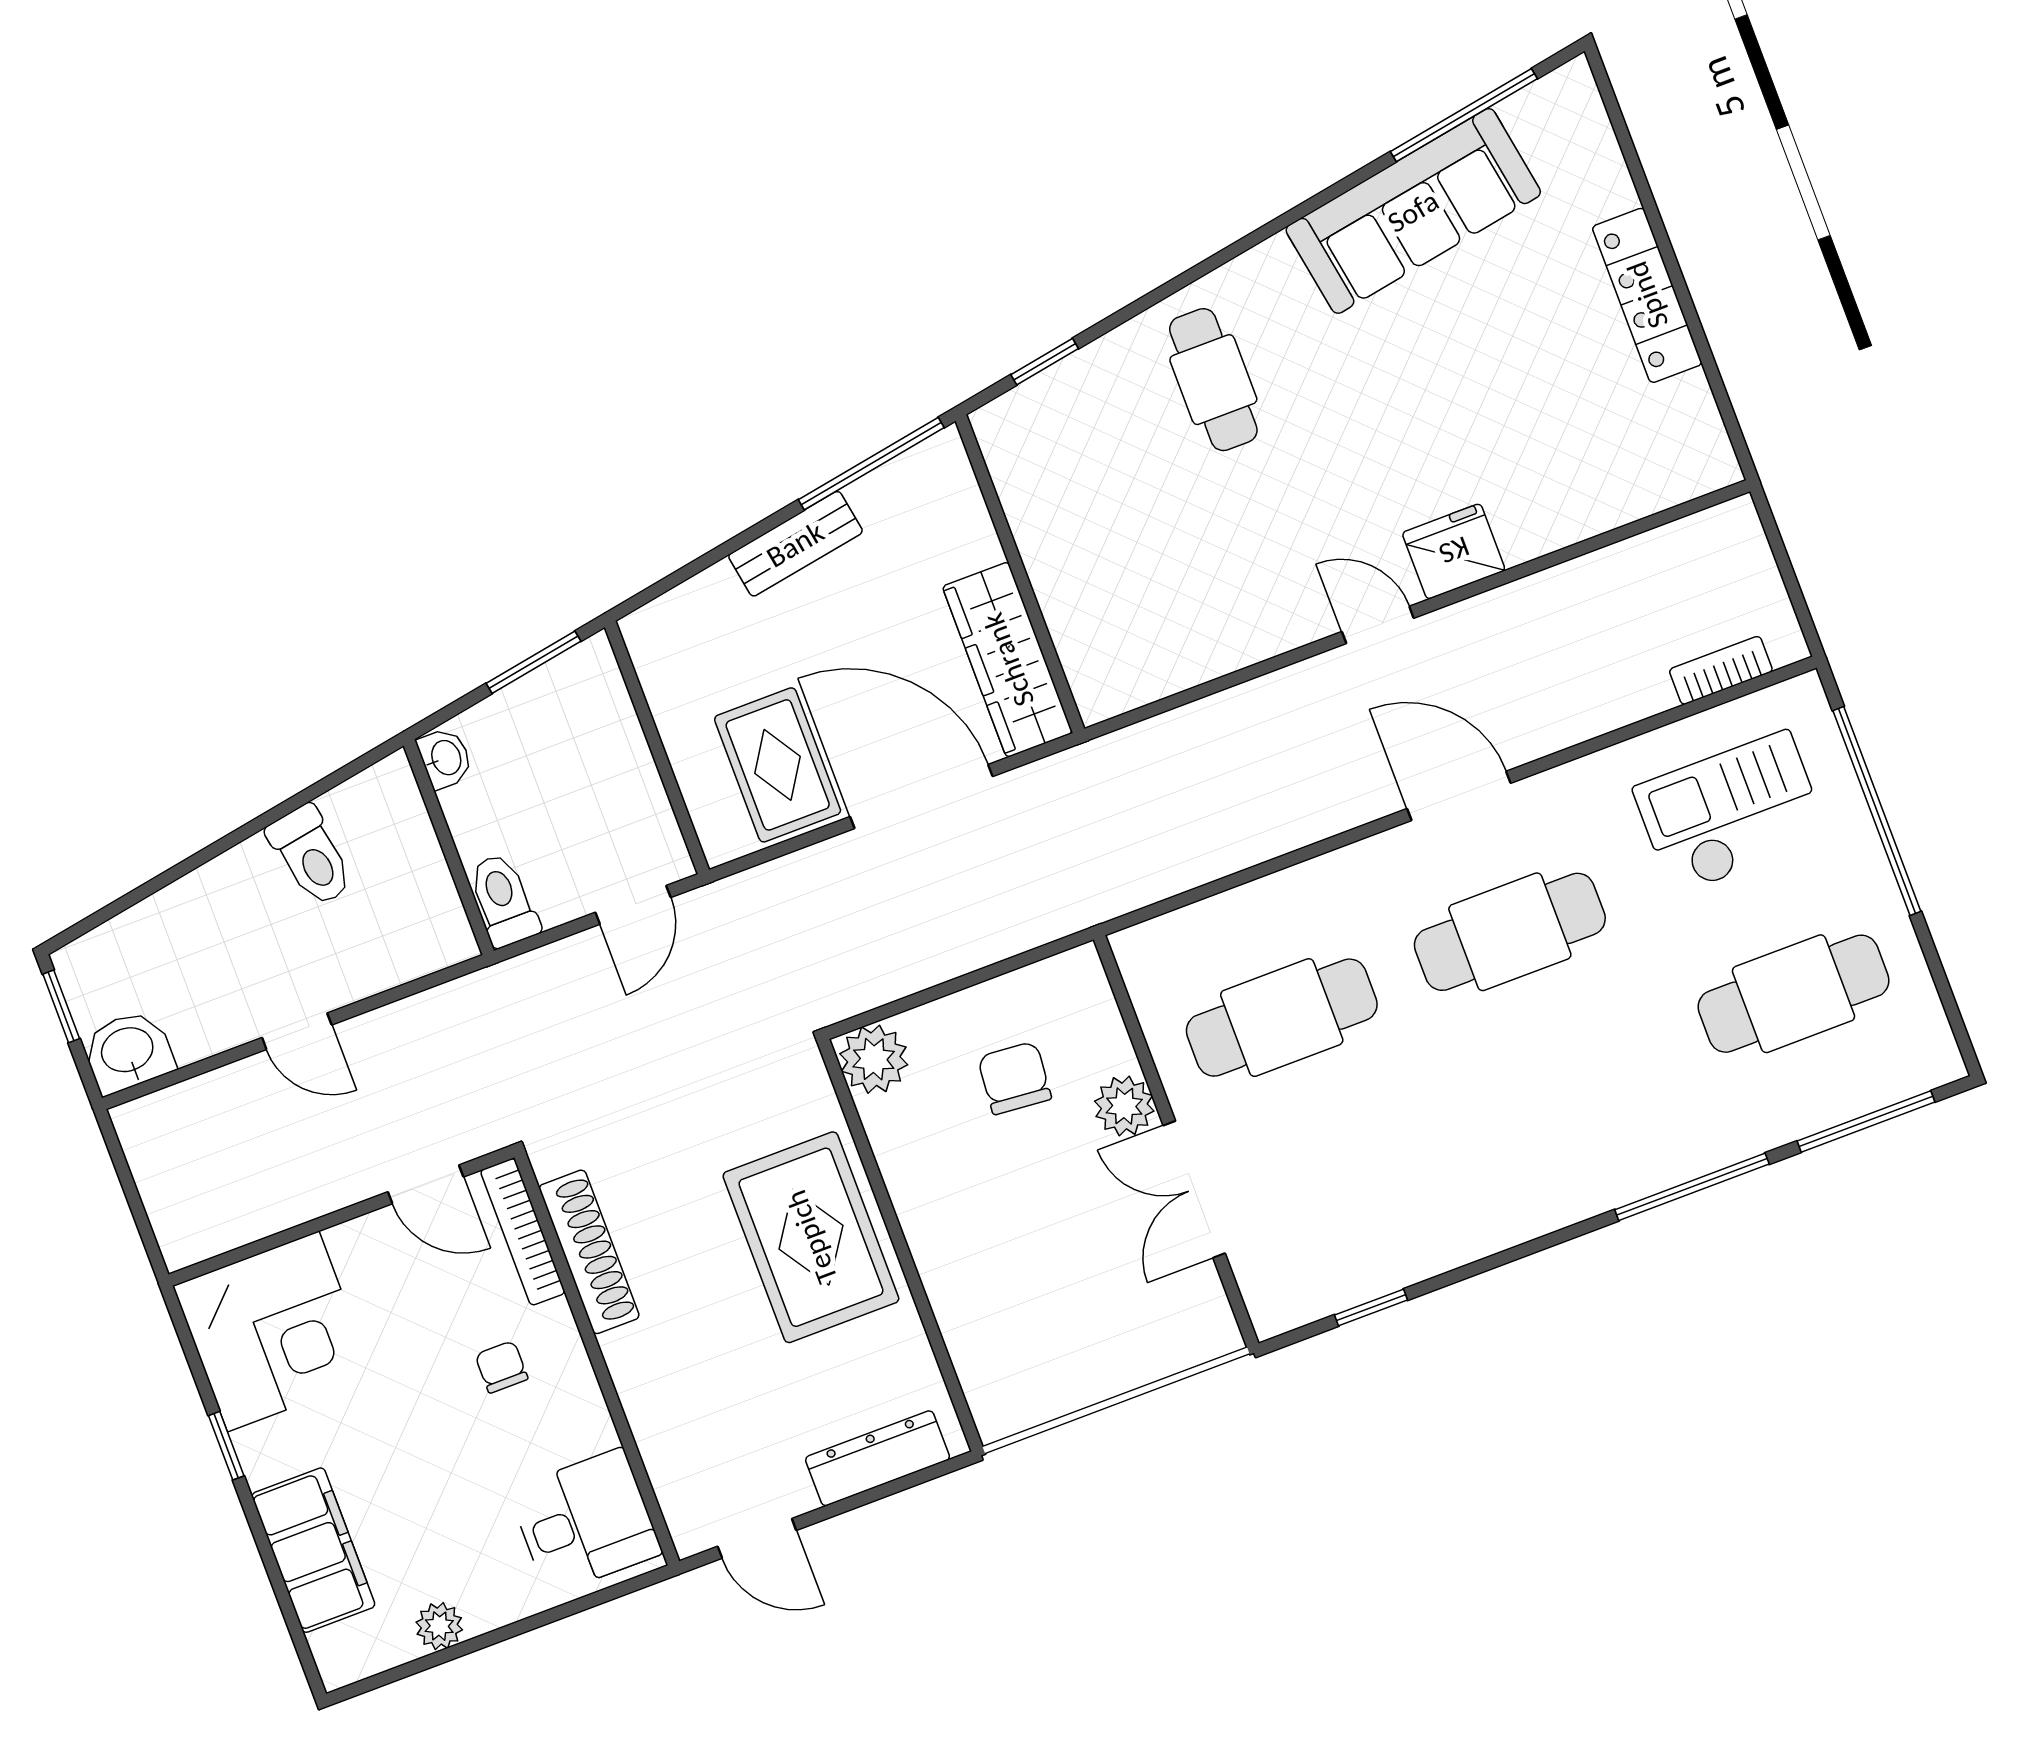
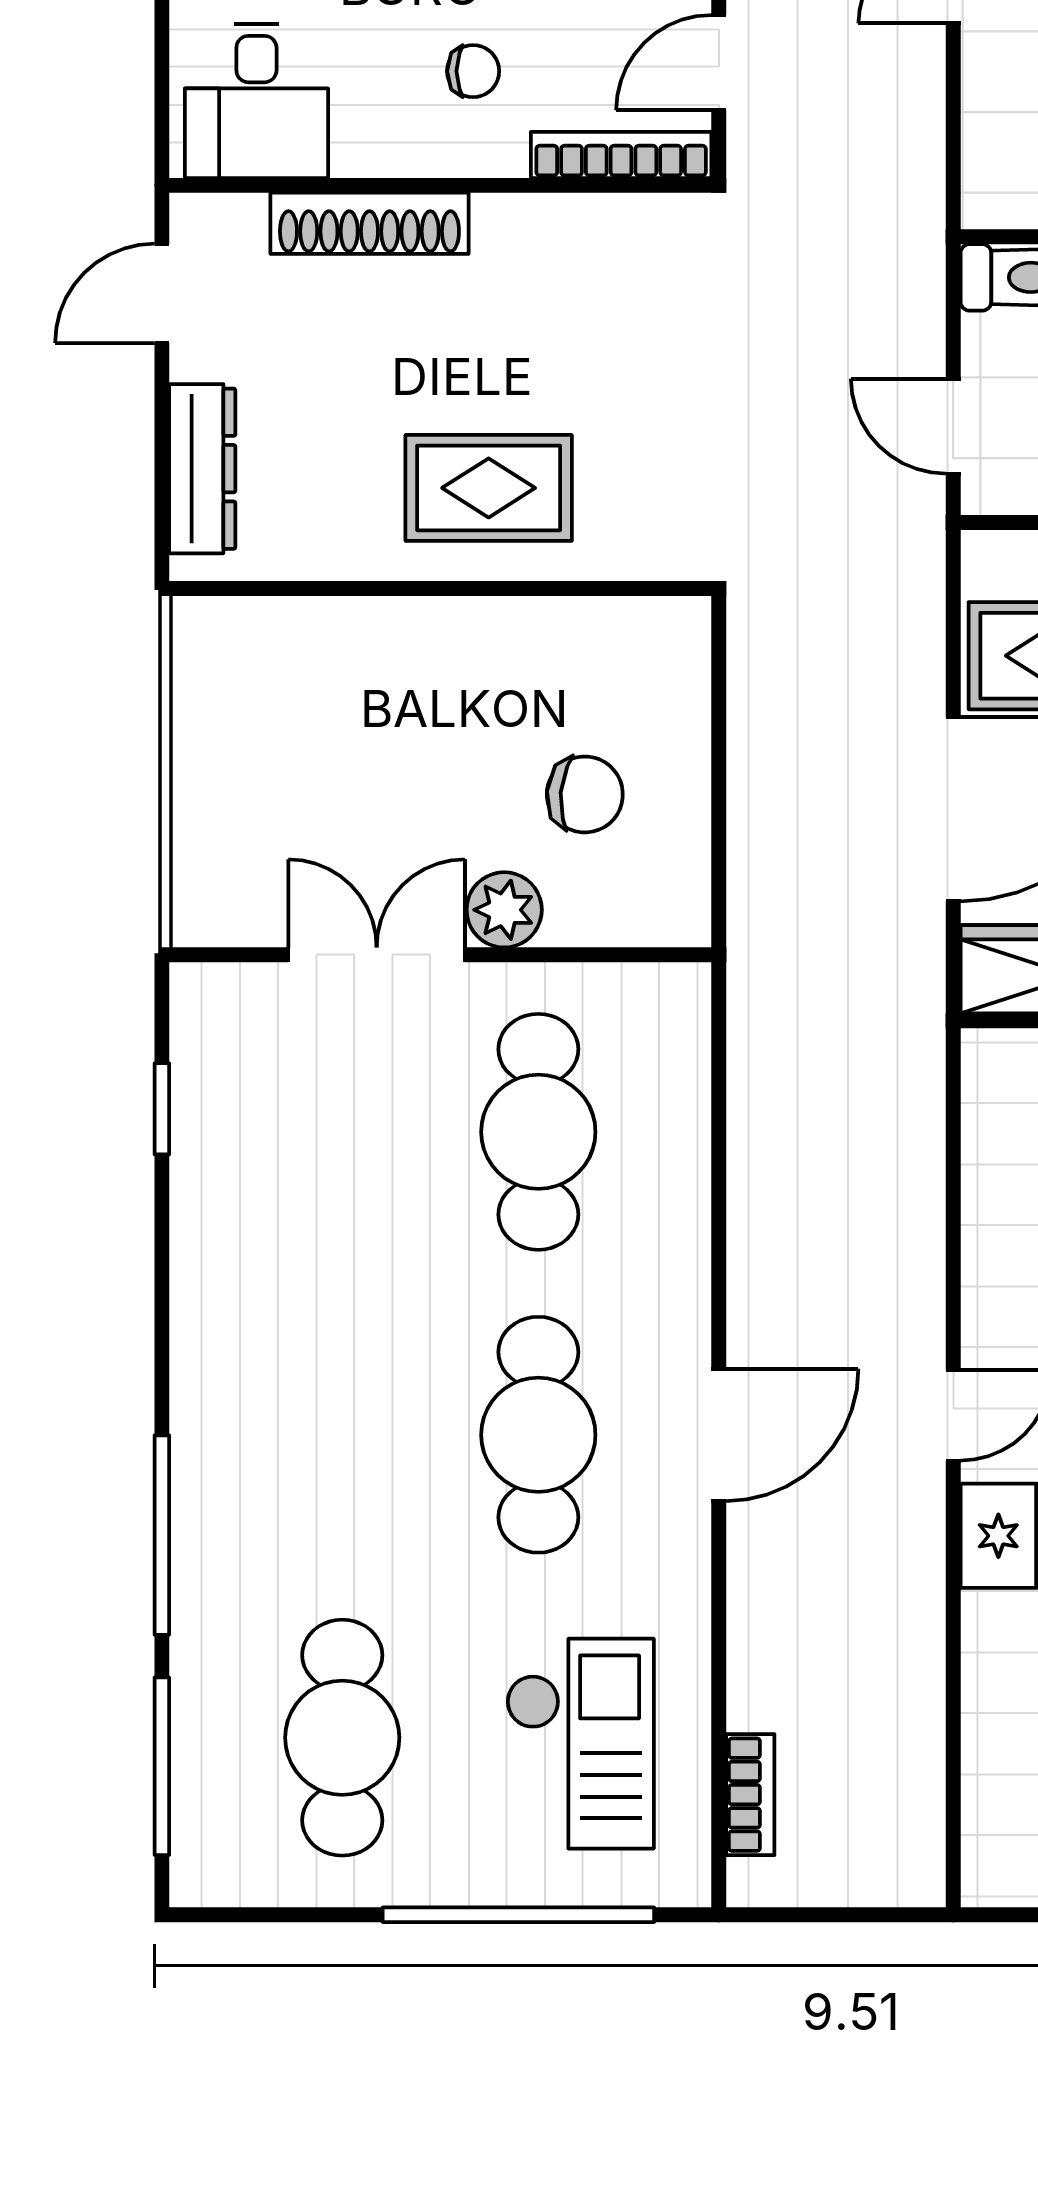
plant: (874, 1059) -> (668, 639), removed
rug: (811, 1237) -> (489, 488), width x0.73, depth x0.70
shoe rack: (589, 1252) -> (369, 223), moved

